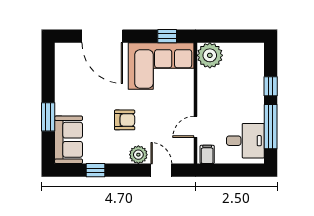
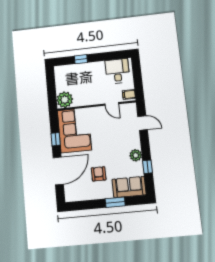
window: (167, 36) -> (56, 139), moved
armchair: (125, 120) -> (99, 174), moved
window: (271, 127) -> (107, 56), removed
plant: (138, 155) -> (136, 155), moved
door: (161, 170) -> (143, 123), swing flipped

